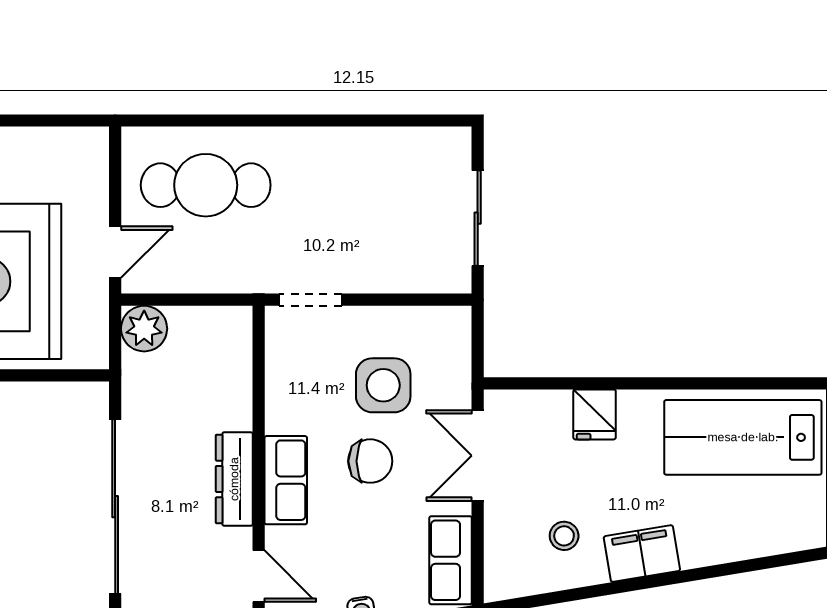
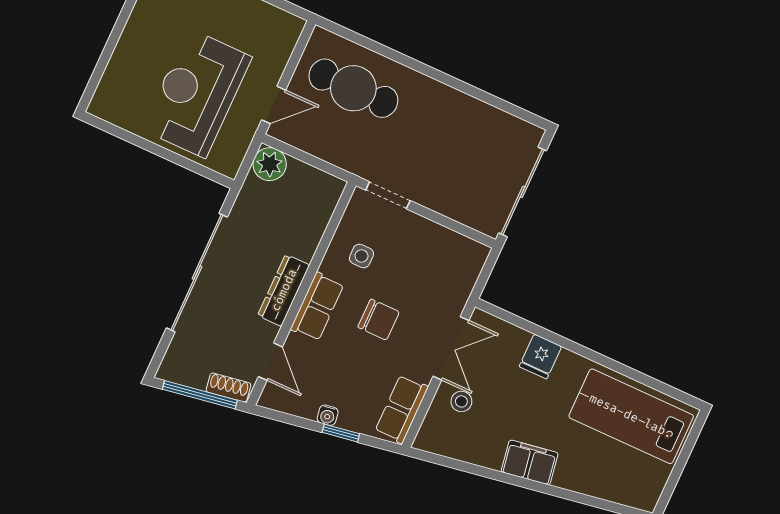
sliding door: (478, 218) -> (523, 192), width x1.37
side table: (383, 385) -> (361, 256), moved, width x0.54, depth x0.54
double door: (478, 456) -> (451, 348), swing flipped
stool: (564, 536) -> (461, 401), moved

